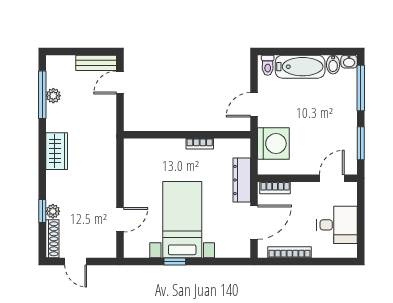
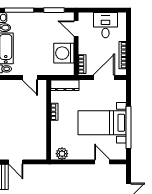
washing machine: (273, 144) -> (64, 53), moved, turned -90
plant: (133, 156) -> (62, 154), added
dresser: (242, 180) -> (65, 85), moved
door: (254, 222) -> (104, 77), hinge flipped
window: (175, 261) -> (129, 127), width x3.17

